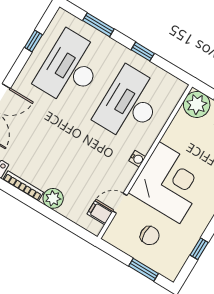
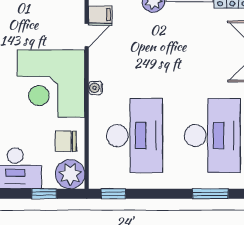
window: (143, 52) -> (113, 194), moved
chair: (150, 236) -> (66, 141), moved

